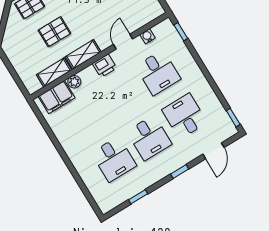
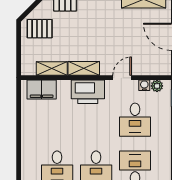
pallet: (54, 32) -> (40, 29), moved
printer: (105, 66) -> (88, 92), width x1.87, depth x1.48
plant: (74, 82) -> (157, 86), moved

